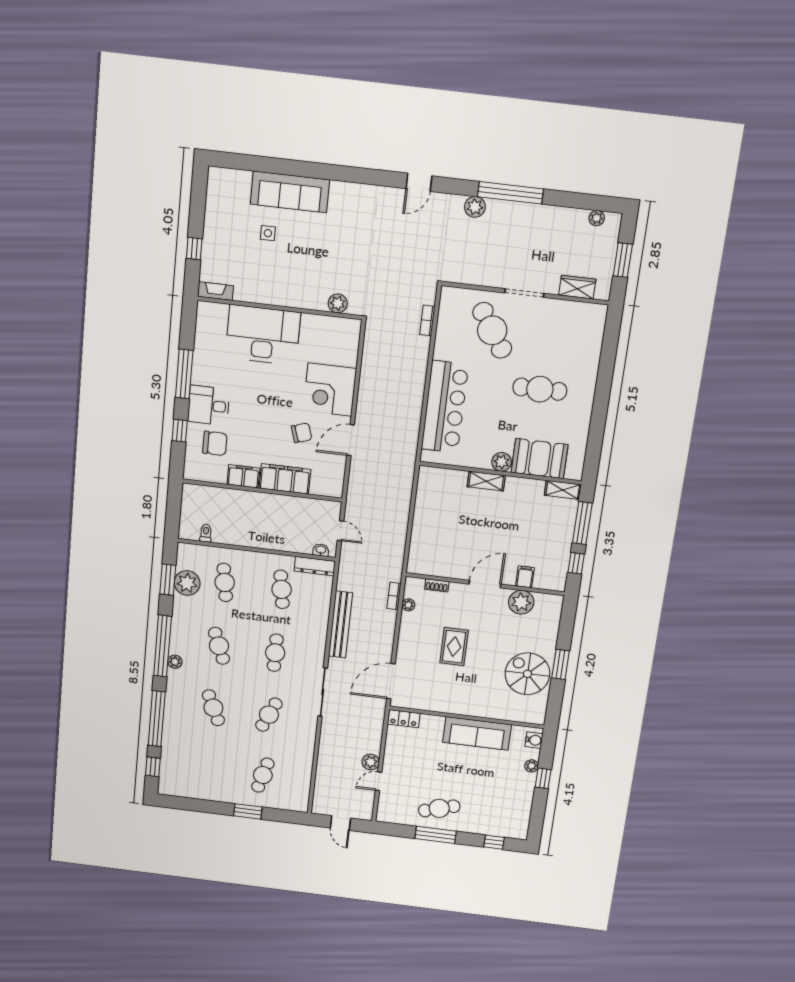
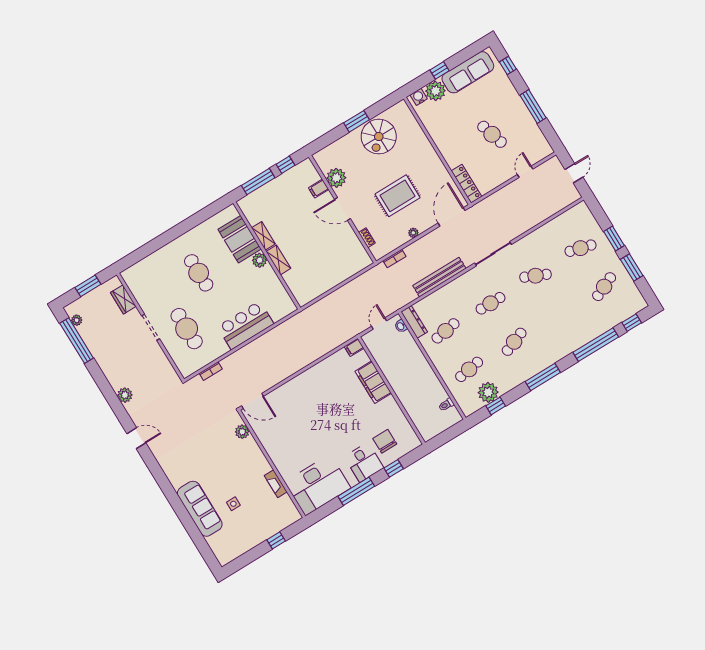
window: (510, 193) -> (77, 341), moved
fireplace: (215, 291) -> (276, 484), moved
cafe table: (492, 330) -> (187, 329), turned -56
desk: (263, 335) -> (318, 485), moved, turned -90
corner desk: (330, 390) -> (297, 397), removed
bar counter: (445, 407) -> (246, 325), width x0.73
chair: (302, 433) -> (337, 394), removed
door: (351, 440) -> (252, 401), moved
filing cabinet: (243, 476) -> (354, 347), moved, width x0.50
shelving: (563, 490) -> (263, 236), moved
window: (168, 580) -> (496, 406), width x0.67
plant: (408, 605) -> (413, 233), moved
window: (162, 646) -> (543, 377), width x0.68
rug: (454, 647) -> (397, 196), width x1.36, depth x1.43
plant: (175, 662) -> (547, 361), removed
door: (391, 681) -> (452, 217), swing flipped
cafe table: (213, 708) -> (604, 287), moved
locker: (404, 719) -> (466, 184), width x1.53
sofa: (477, 733) -> (468, 72), moved, turned 90
plant: (371, 762) -> (516, 187), removed
plant: (532, 766) -> (435, 91), width x1.87, depth x1.87
door: (379, 781) -> (525, 172), swing flipped
window: (207, 806) -> (632, 267), added
cafe table: (439, 808) -> (492, 134), moved

